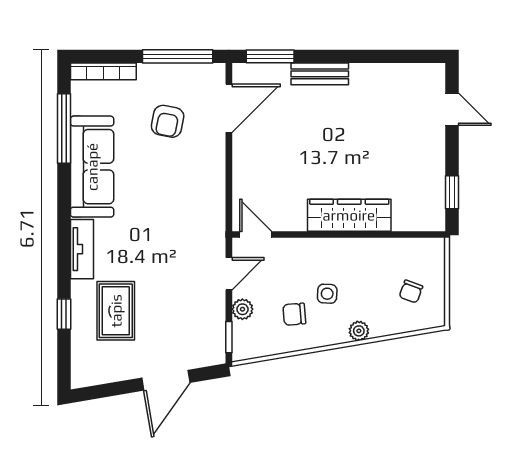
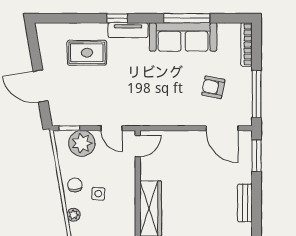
bench: (320, 74) -> (245, 203), moved
window: (64, 129) -> (187, 18), moved
plant: (242, 309) -> (82, 143), width x1.88, depth x1.88
window: (64, 314) -> (117, 18), moved
chair: (294, 314) -> (75, 185), moved

